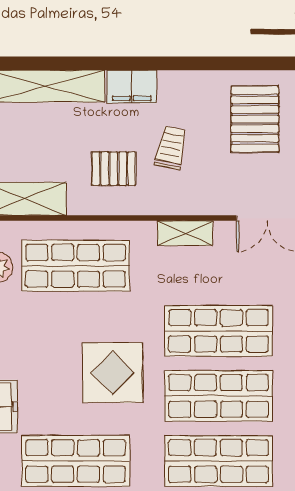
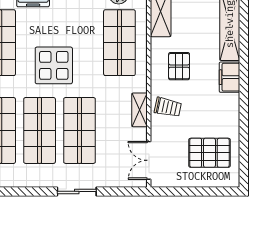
trolley: (171, 148) -> (168, 107), moved

